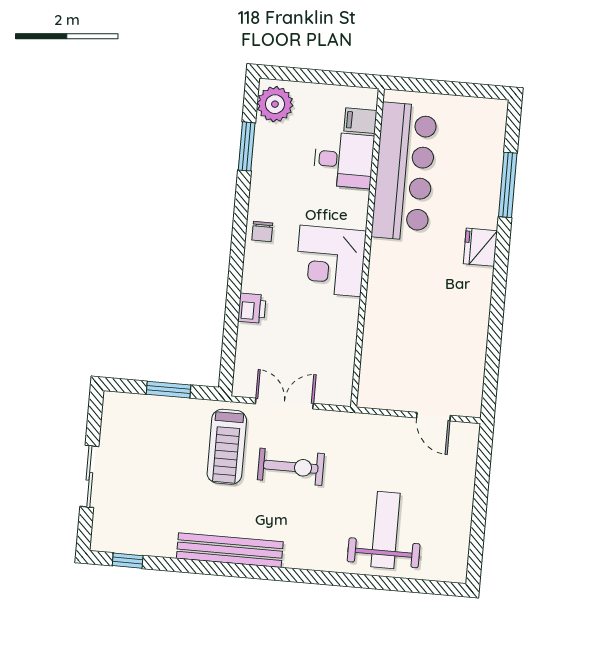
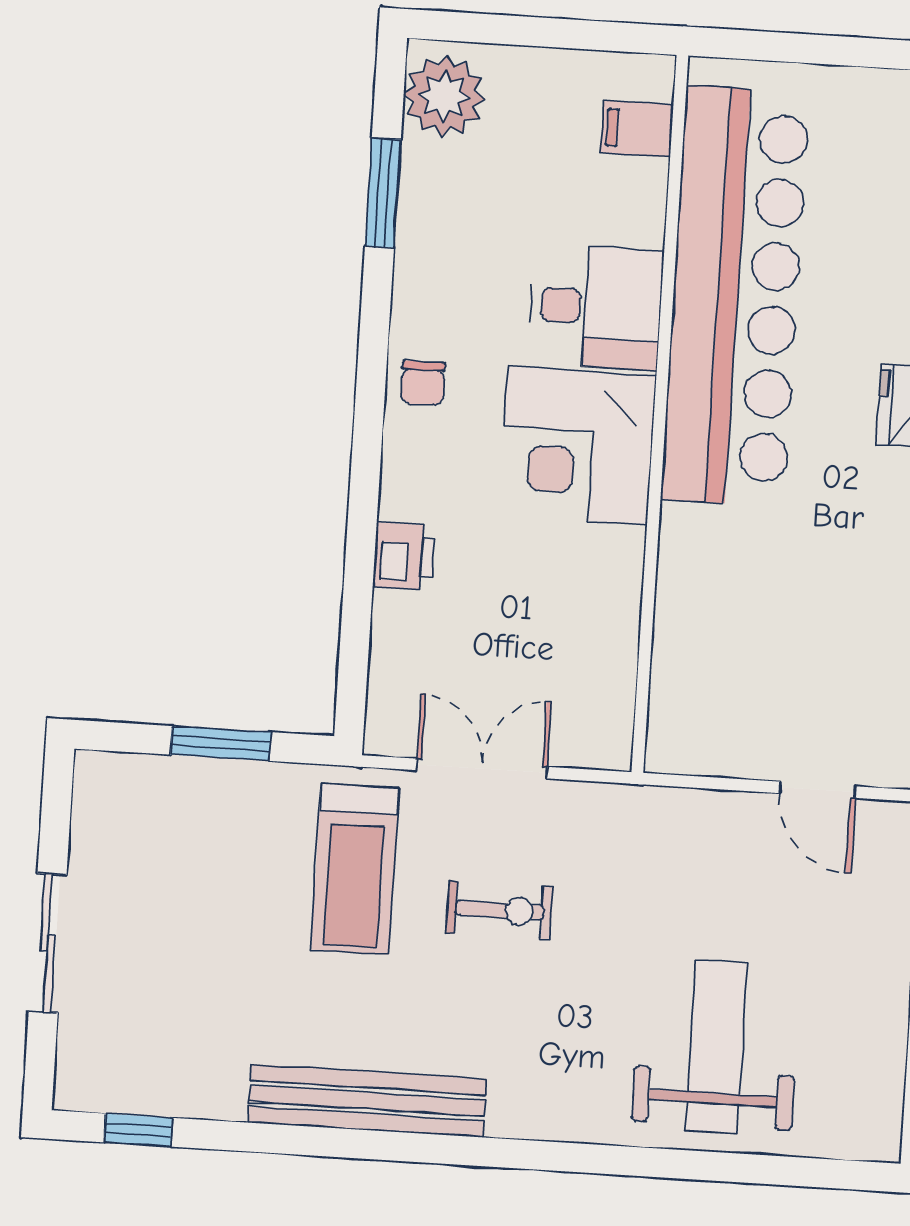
desk: (344, 160) -> (596, 307), moved
bar counter: (404, 172) -> (735, 296), width x1.36
exercise bike: (291, 467) -> (500, 910), width x0.73, depth x0.72

